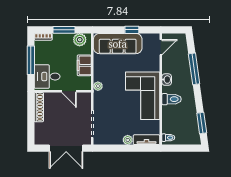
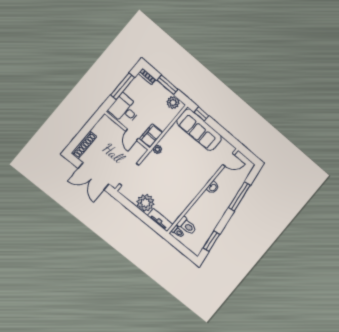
window: (132, 30) -> (201, 114), moved
filing cabinet: (84, 65) -> (151, 136), moved
corner sofa: (143, 96) -> (185, 185), removed
toilet: (172, 99) -> (187, 226), moved
shoe rack: (39, 107) -> (84, 145), moved
plant: (128, 140) -> (145, 203), width x1.87, depth x1.87

